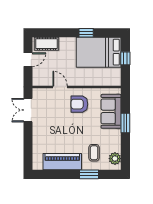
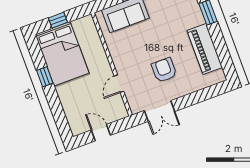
cot: (46, 44) -> (75, 118), removed
armchair: (79, 104) -> (164, 70), moved, turned 180
coffee table: (94, 153) -> (181, 16), removed

